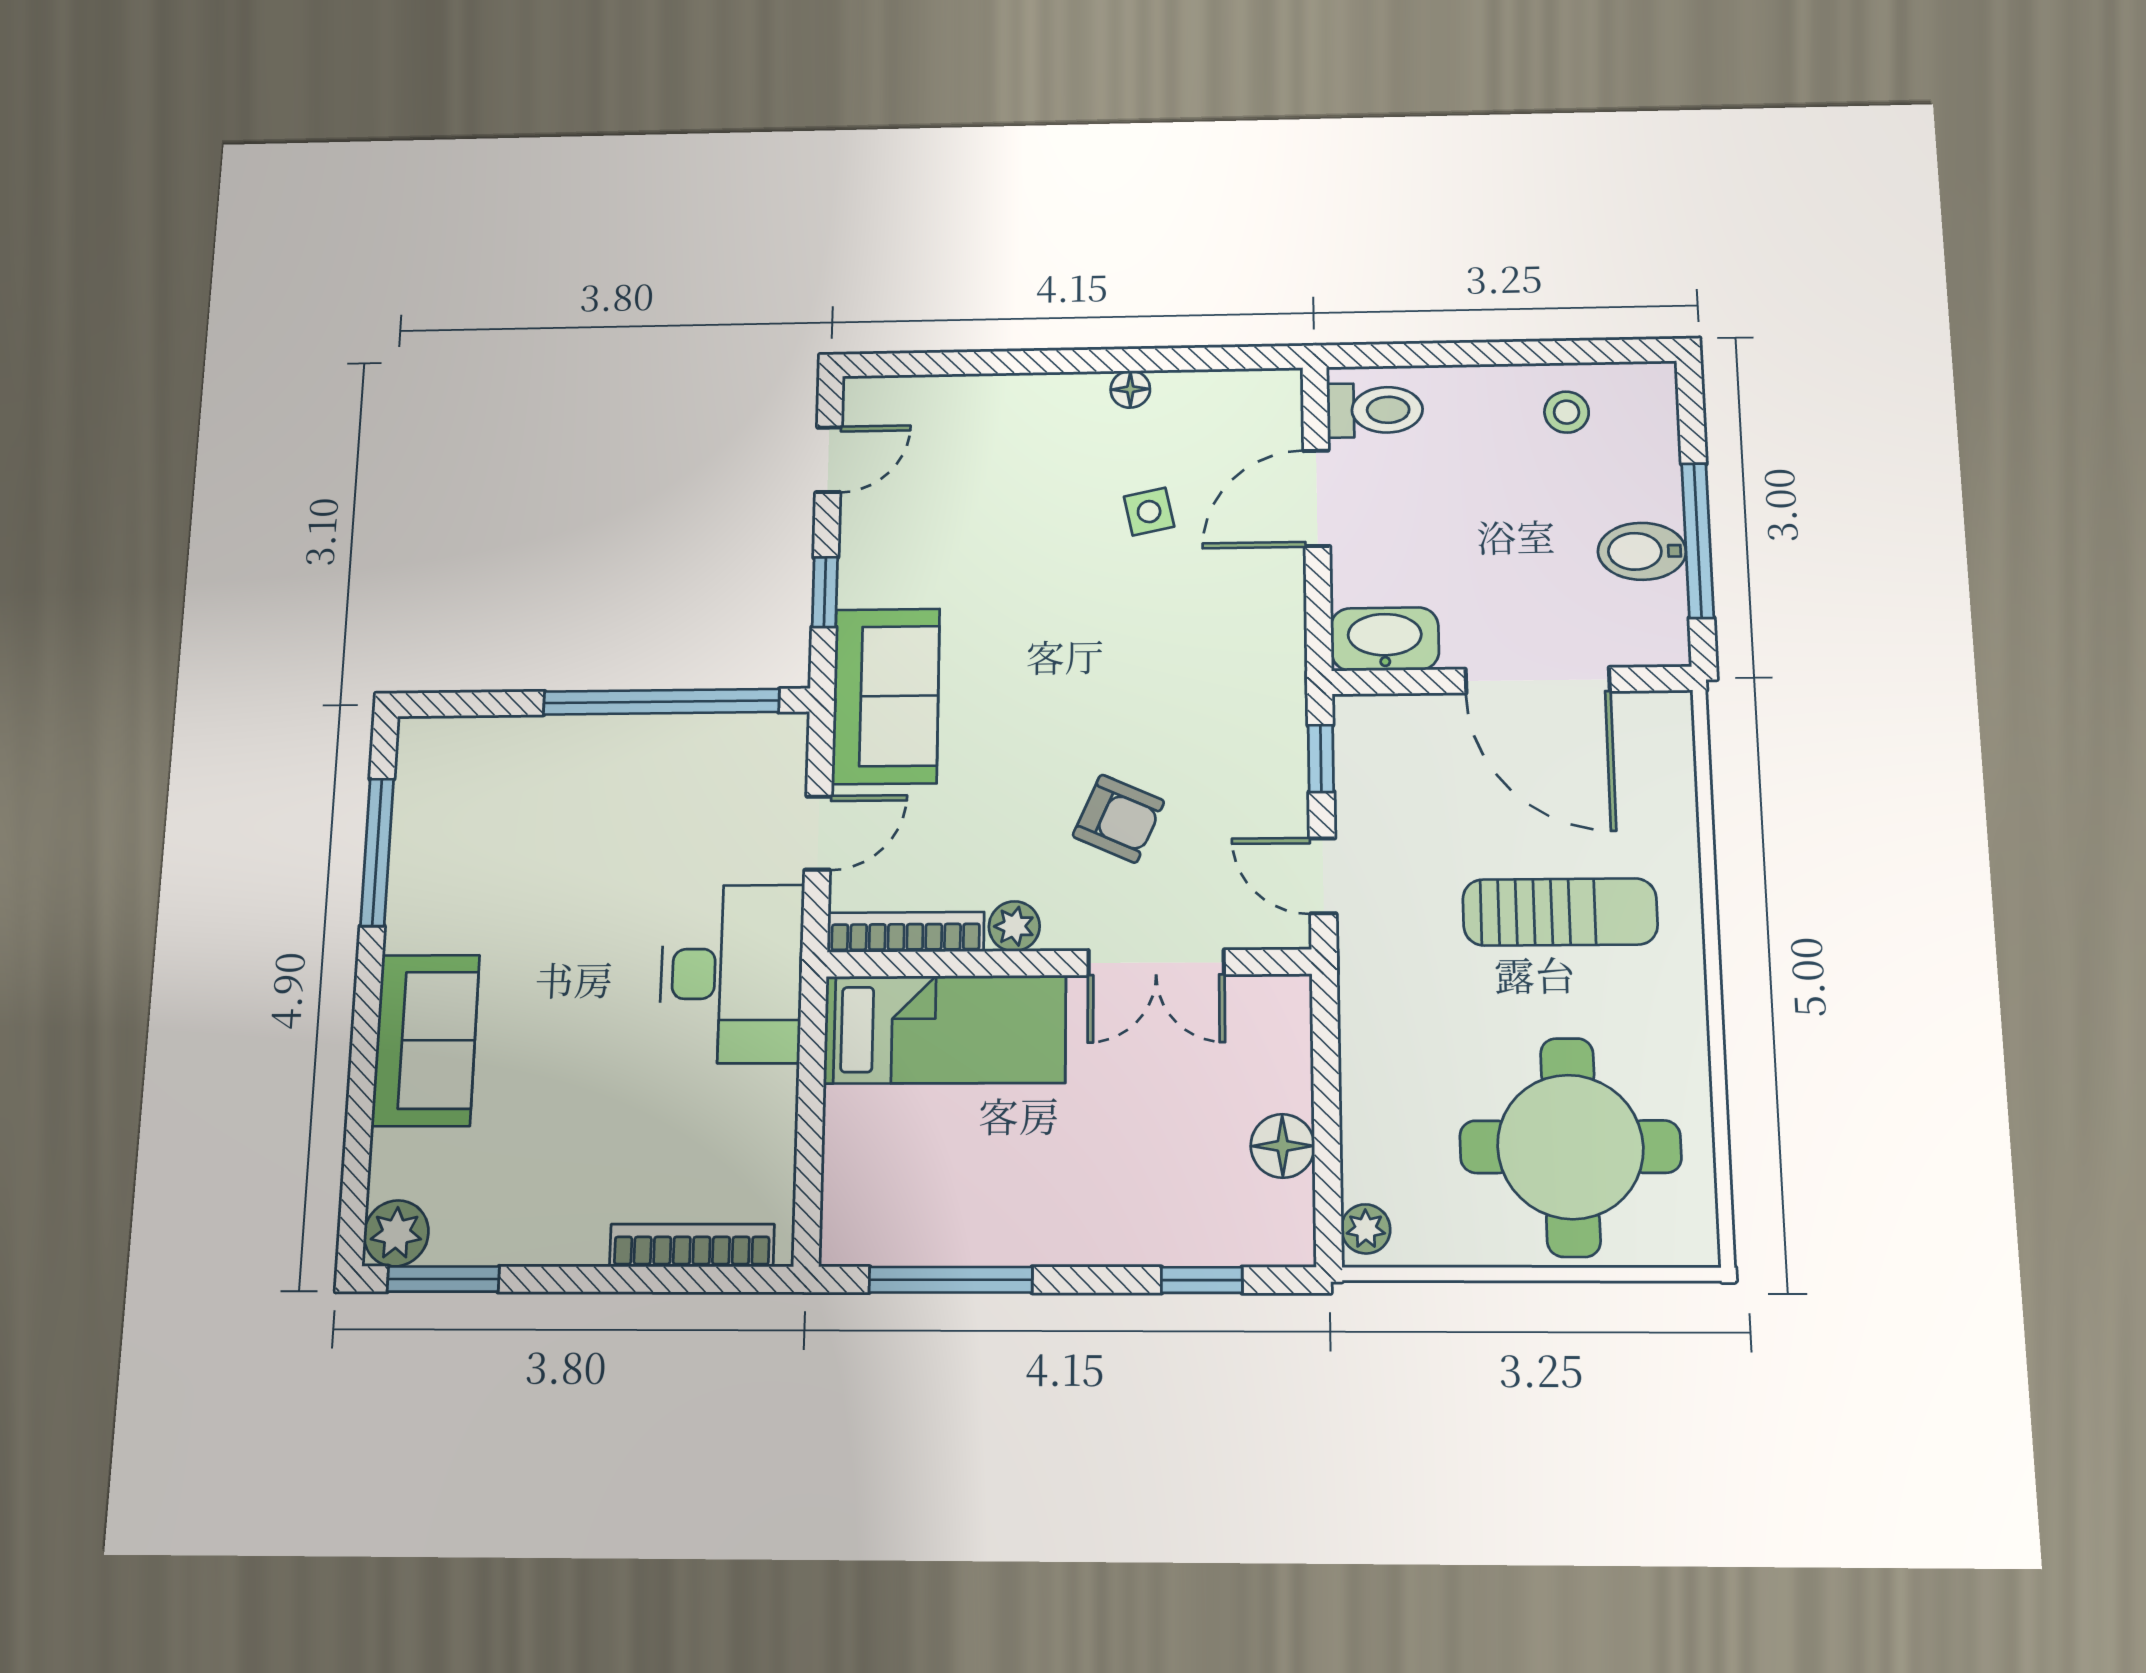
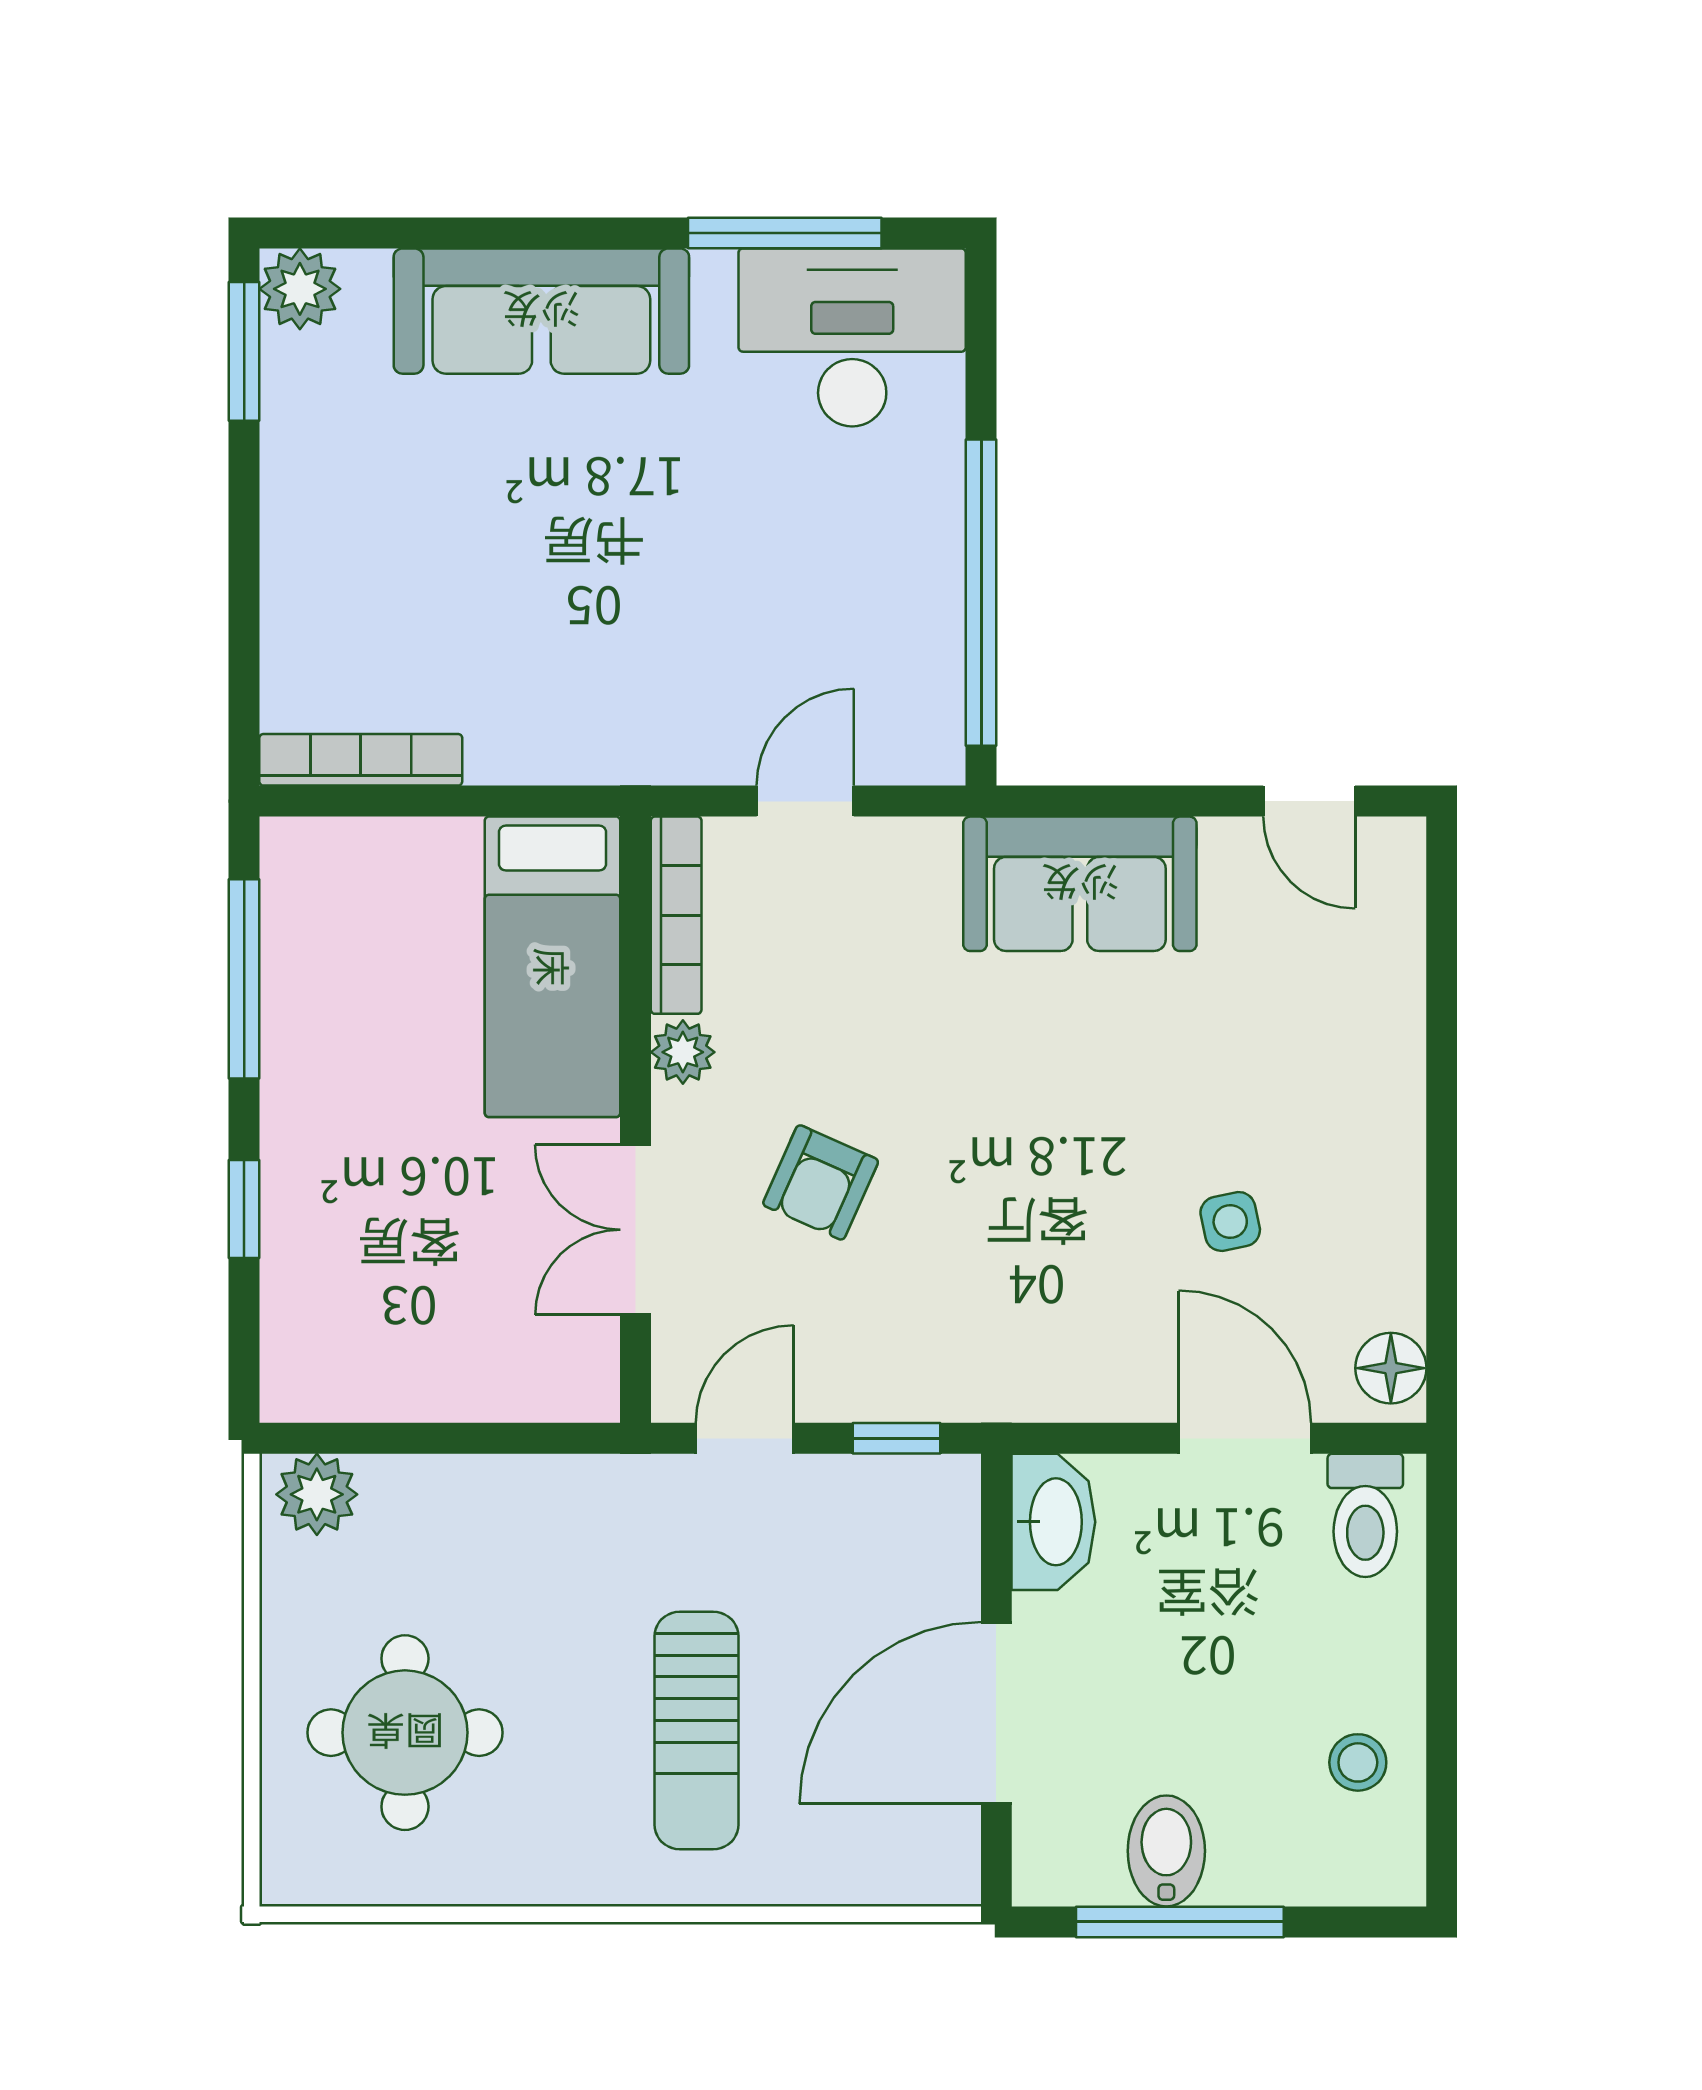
floor lamp: (1130, 389) -> (1391, 1368), moved, width x1.37, depth x1.37
window: (825, 592) -> (1127, 801), removed
sofa: (886, 696) -> (1080, 884), moved
door: (818, 833) -> (805, 801), swing flipped
desk: (732, 974) -> (852, 337), moved, turned 180
sofa: (426, 1040) -> (541, 311), width x1.36
floor lamp: (1283, 1146) -> (407, 1384), removed
round table: (1570, 1147) -> (405, 1733), width x0.73, depth x0.73
plant: (1366, 1229) -> (317, 1494), width x1.38, depth x1.38
bookcase: (692, 1245) -> (361, 760), moved, turned -90
window: (1202, 1280) -> (244, 1209), moved

